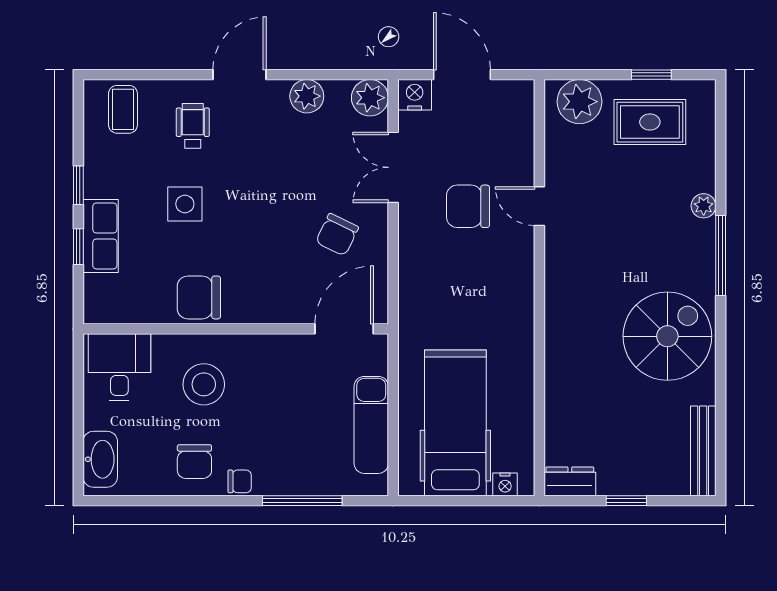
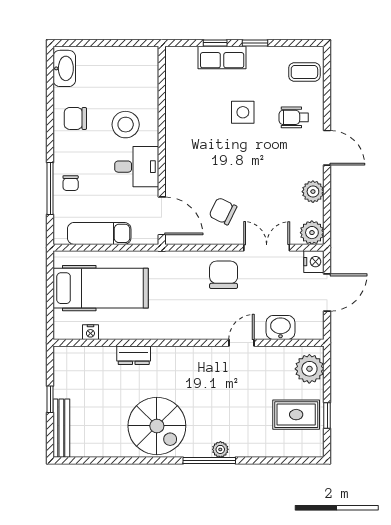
rug: (650, 122) -> (296, 415), turned 90
wheelchair: (193, 126) -> (294, 117), turned 180
washbasin: (516, 146) -> (280, 327), added
chair: (468, 206) -> (224, 275), moved
plant: (704, 206) -> (220, 449), moved
chair: (199, 297) -> (182, 121), removed
desk: (119, 367) -> (137, 167), moved
bench: (703, 451) -> (61, 428), moved, turned 90
washbasin: (100, 459) -> (64, 68), moved, turned -90
chair: (240, 481) -> (71, 183), moved
dresser: (570, 481) -> (134, 355), moved, turned 90
nightstand: (505, 484) -> (90, 332), moved, turned -90

